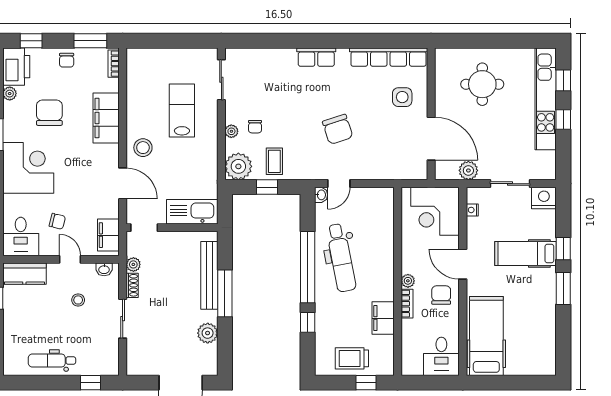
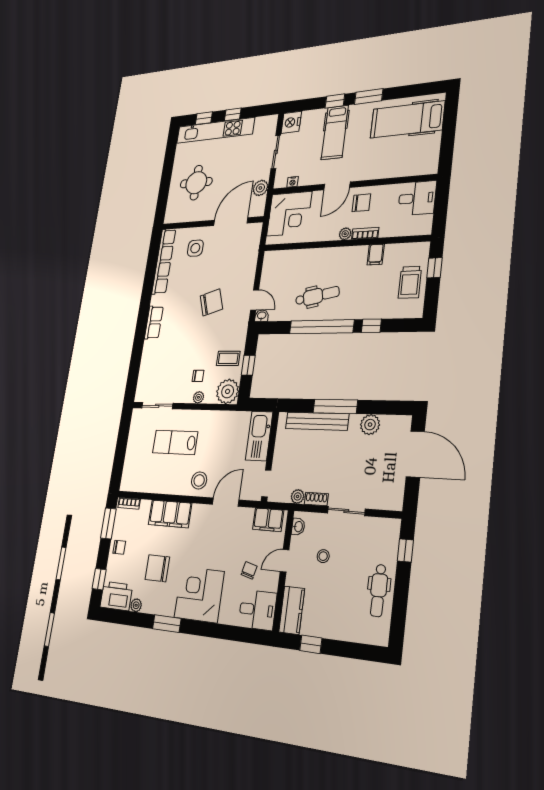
dental chair: (341, 258) -> (317, 296), width x0.73, depth x0.72
chair: (441, 295) -> (361, 203), turned 180
filing cabinet: (383, 318) -> (376, 255), width x0.50
hospital bed: (486, 336) -> (407, 119), moved

